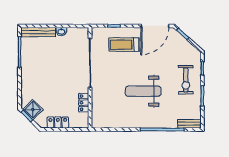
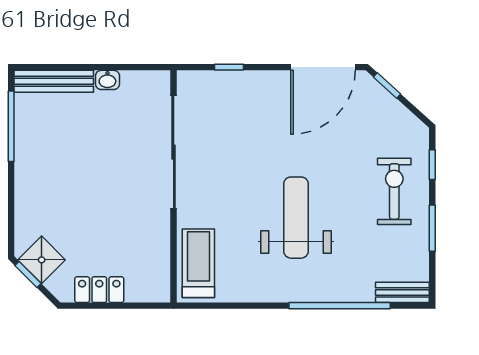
treadmill: (124, 45) -> (198, 263), moved, turned 90
exercise bike: (186, 80) -> (394, 191), turned 180
weight bench: (143, 91) -> (296, 218), turned 90
locker: (84, 103) -> (159, 244), removed

